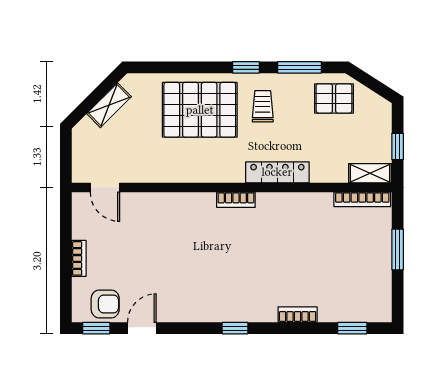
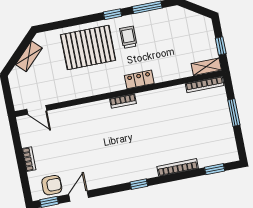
pallet: (334, 98) -> (173, 23), removed
locker: (277, 172) -> (139, 79), width x0.66
bookcase: (298, 315) -> (178, 167), width x1.56

